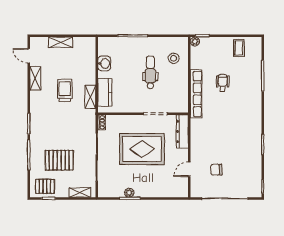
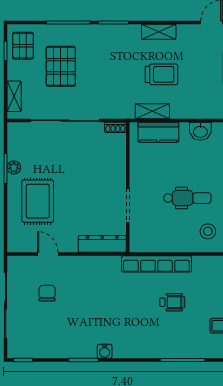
shelving: (35, 78) -> (159, 32), moved
water cooler: (257, 130) -> (105, 351), added
rug: (142, 149) -> (38, 201), moved, width x0.73, depth x0.69

